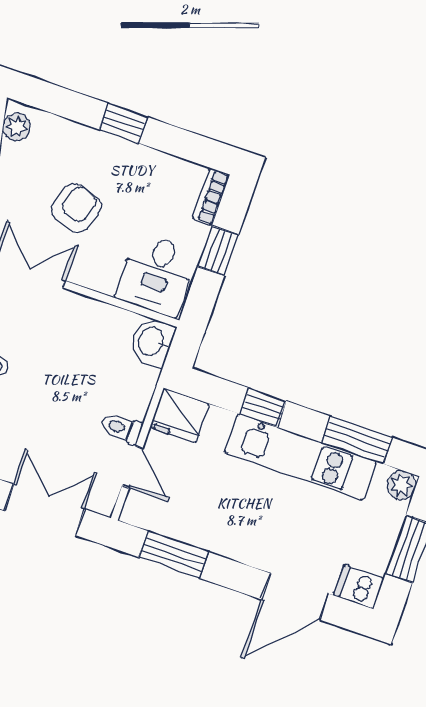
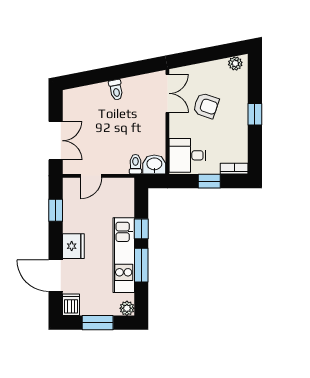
fridge: (180, 415) -> (73, 246), moved, turned 180
toilet: (122, 428) -> (135, 164), moved
window: (357, 440) -> (141, 265), moved
window: (174, 555) -> (56, 210), width x0.67

